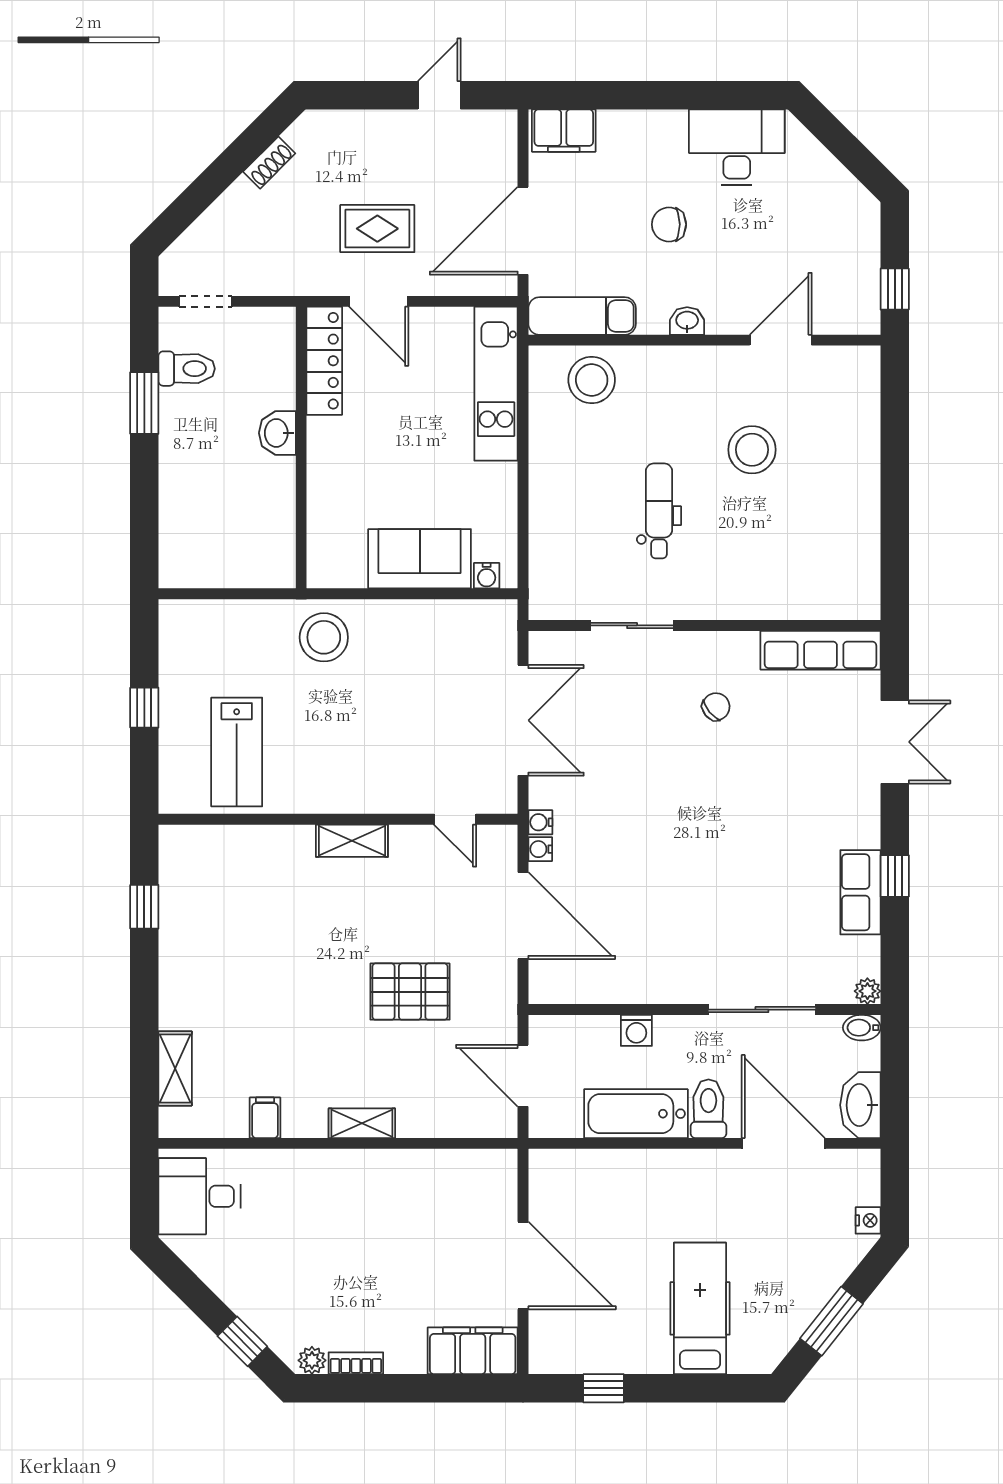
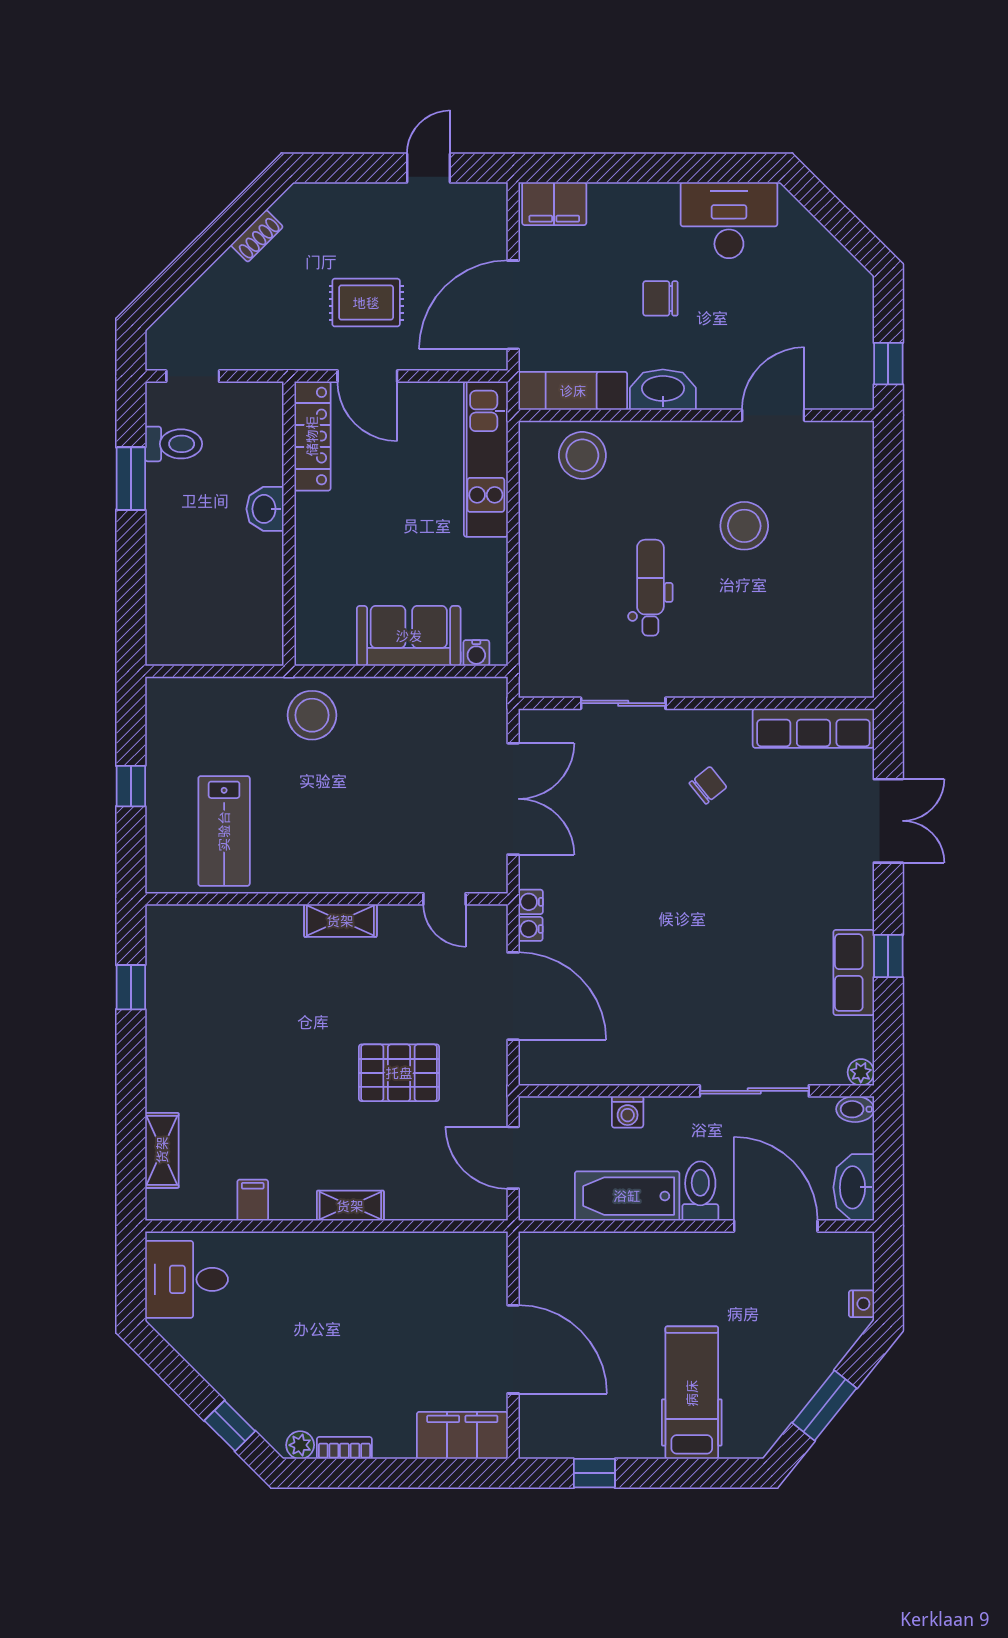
washbasin: (687, 321) -> (663, 390), width x1.91, depth x1.45

